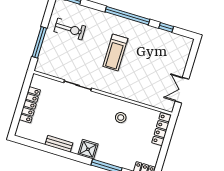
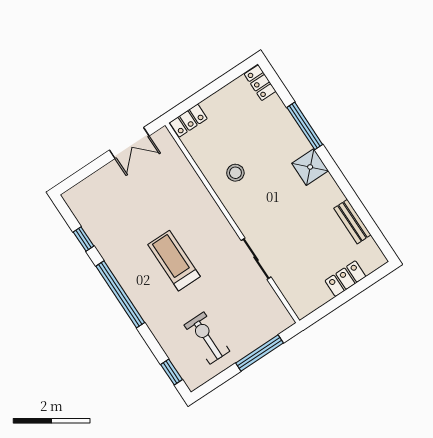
treadmill: (115, 52) -> (174, 261), turned -90
locker: (30, 105) -> (345, 279), width x0.66
locker: (161, 129) -> (188, 121), width x0.66
bench: (59, 144) -> (352, 222), moved

